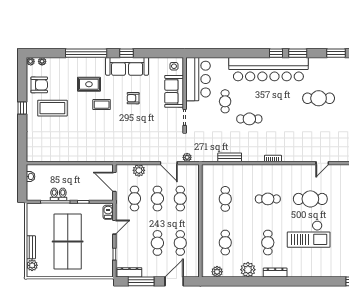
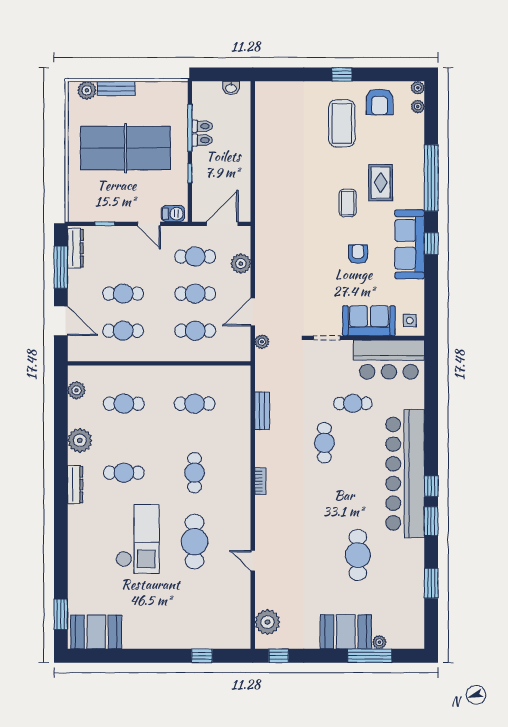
checkout: (309, 234) -> (138, 539), turned 180

